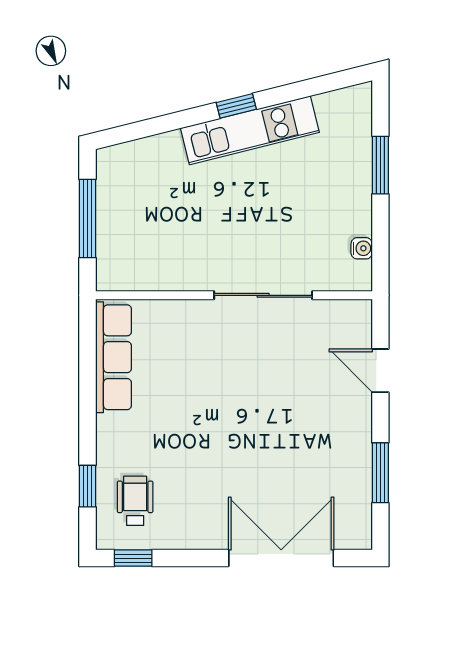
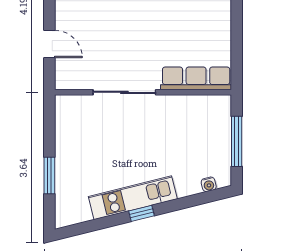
water cooler: (362, 248) -> (209, 184), moved, turned -104
row of seats: (114, 357) -> (196, 78), moved, turned 90

